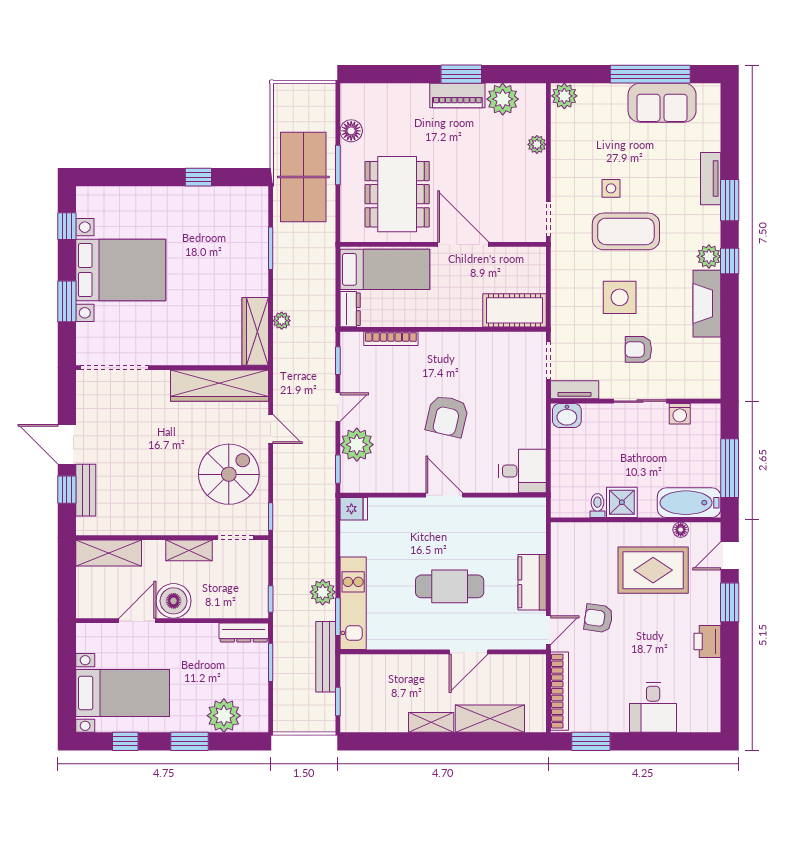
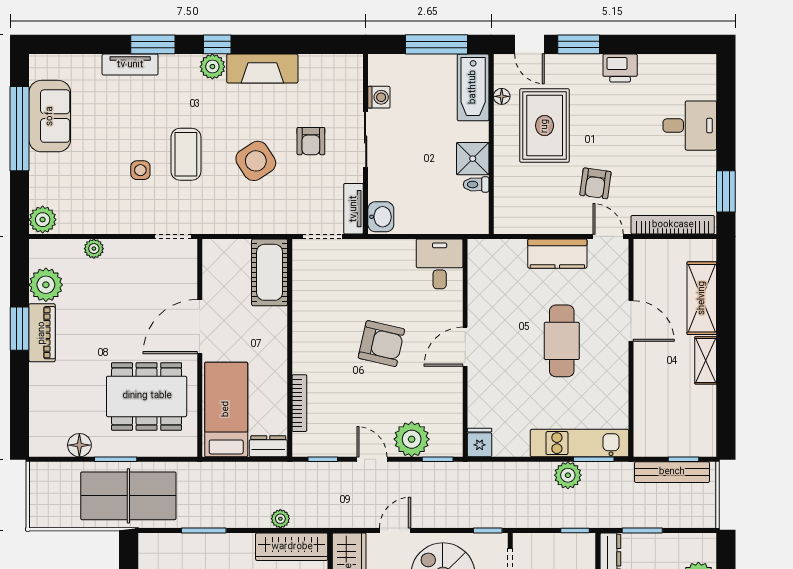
coffee table: (626, 231) -> (186, 154), width x0.73, depth x0.76
side table: (620, 297) -> (256, 161), turned -33
bench: (326, 657) -> (672, 472), moved

